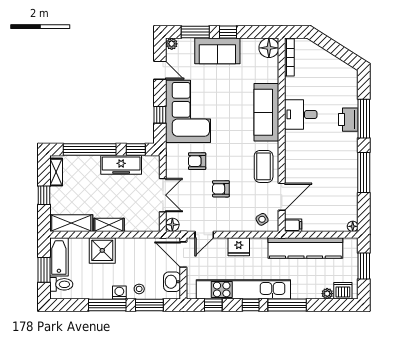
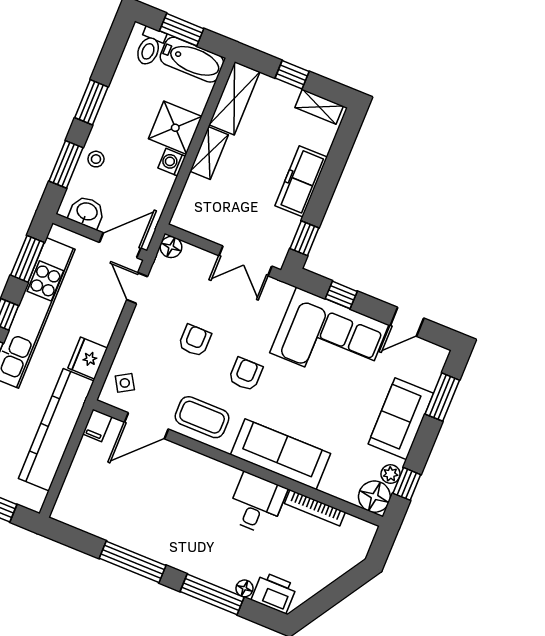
window: (228, 32) -> (407, 484), moved
plant: (172, 44) -> (391, 474), moved
bookcase: (289, 57) -> (315, 508), moved
printer: (348, 120) -> (274, 593), moved
window: (90, 149) -> (332, 170), removed
armchair: (197, 161) -> (246, 374), moved
freezer: (121, 165) -> (301, 181), moved
double door: (163, 195) -> (245, 261), moved
door: (282, 197) -> (146, 426), hinge flipped
floor lamp: (353, 226) -> (245, 588), moved
fridge: (239, 247) -> (88, 358), moved
washing machine: (119, 292) -> (172, 162), moved, turned 180
window: (107, 305) -> (91, 102), width x0.69
window: (213, 305) -> (27, 259), width x1.50

